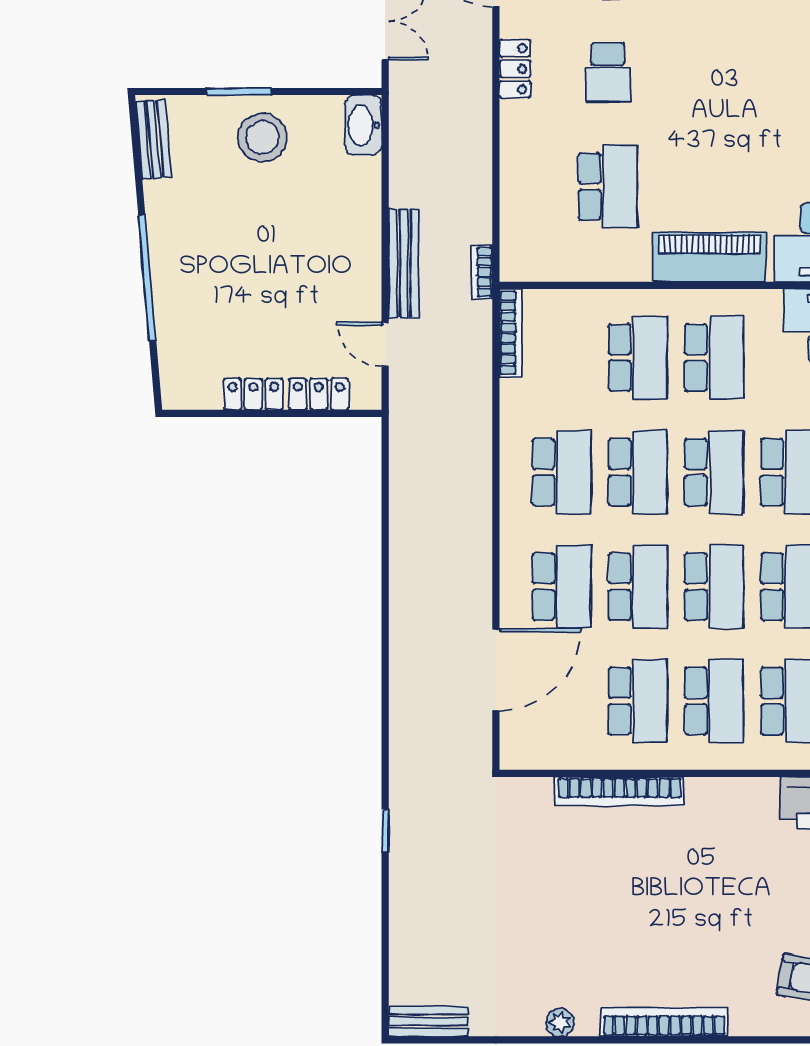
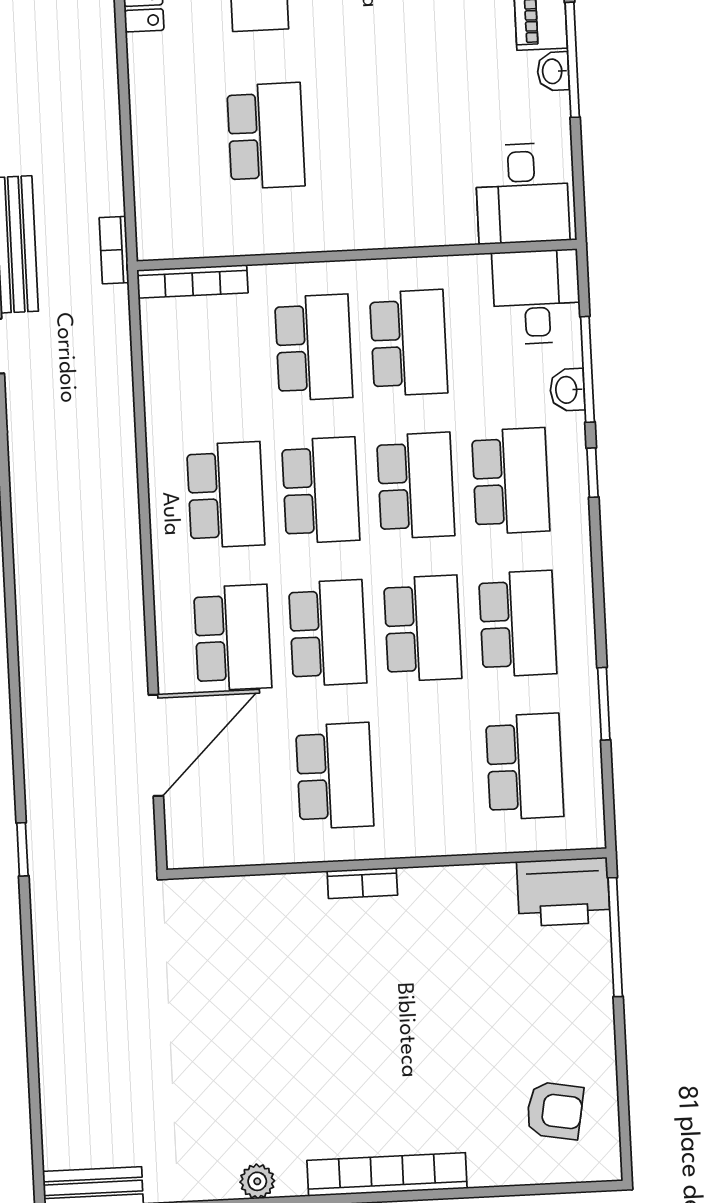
piano: (709, 257) -> (397, 218), removed
bookcase: (511, 333) -> (193, 281), moved, turned 90
school desk: (714, 701) -> (430, 771), removed
bookcase: (619, 791) -> (362, 883), width x0.43, depth x0.76
window: (385, 831) -> (22, 849), moved

